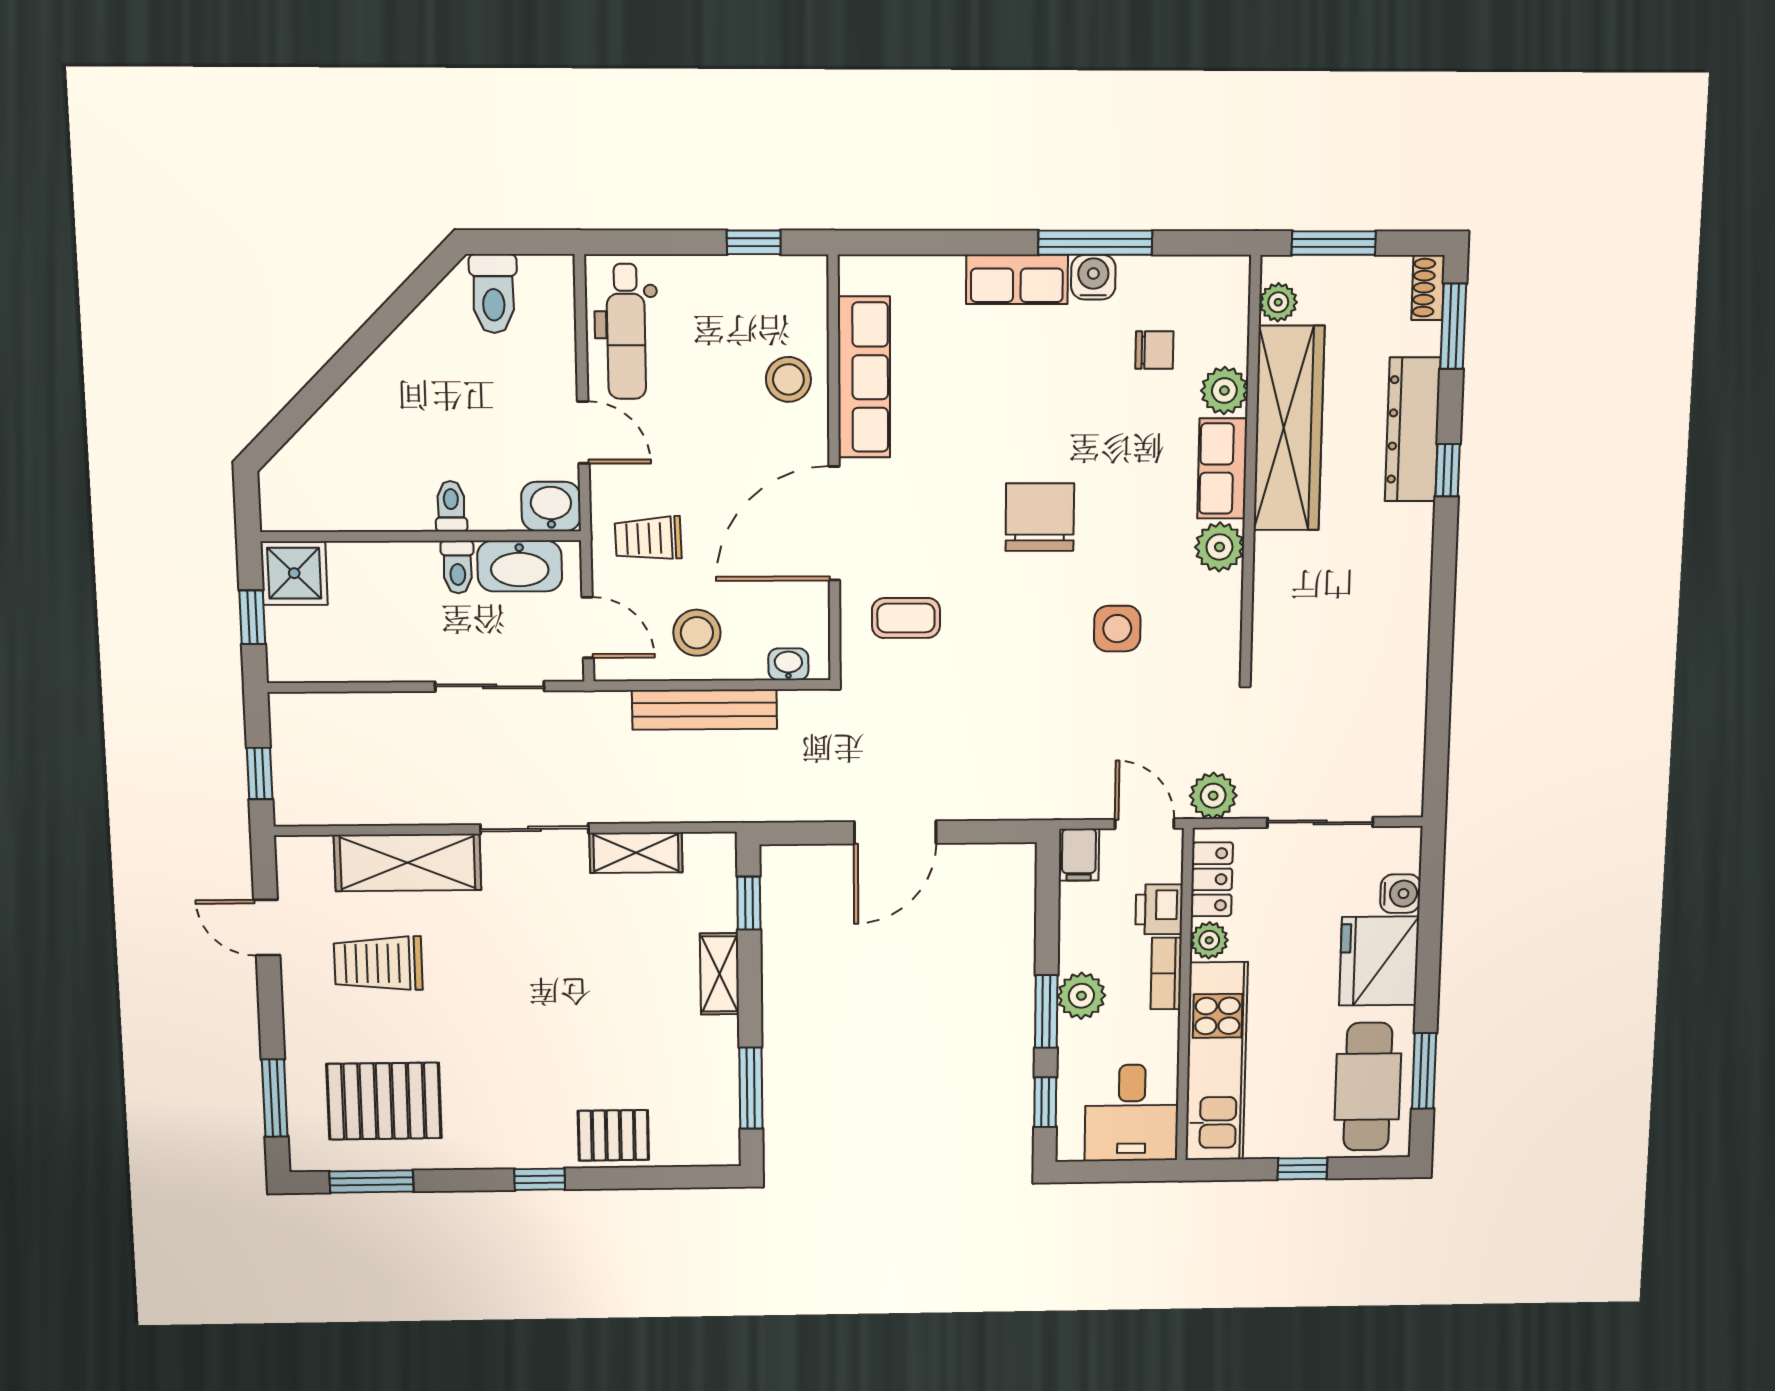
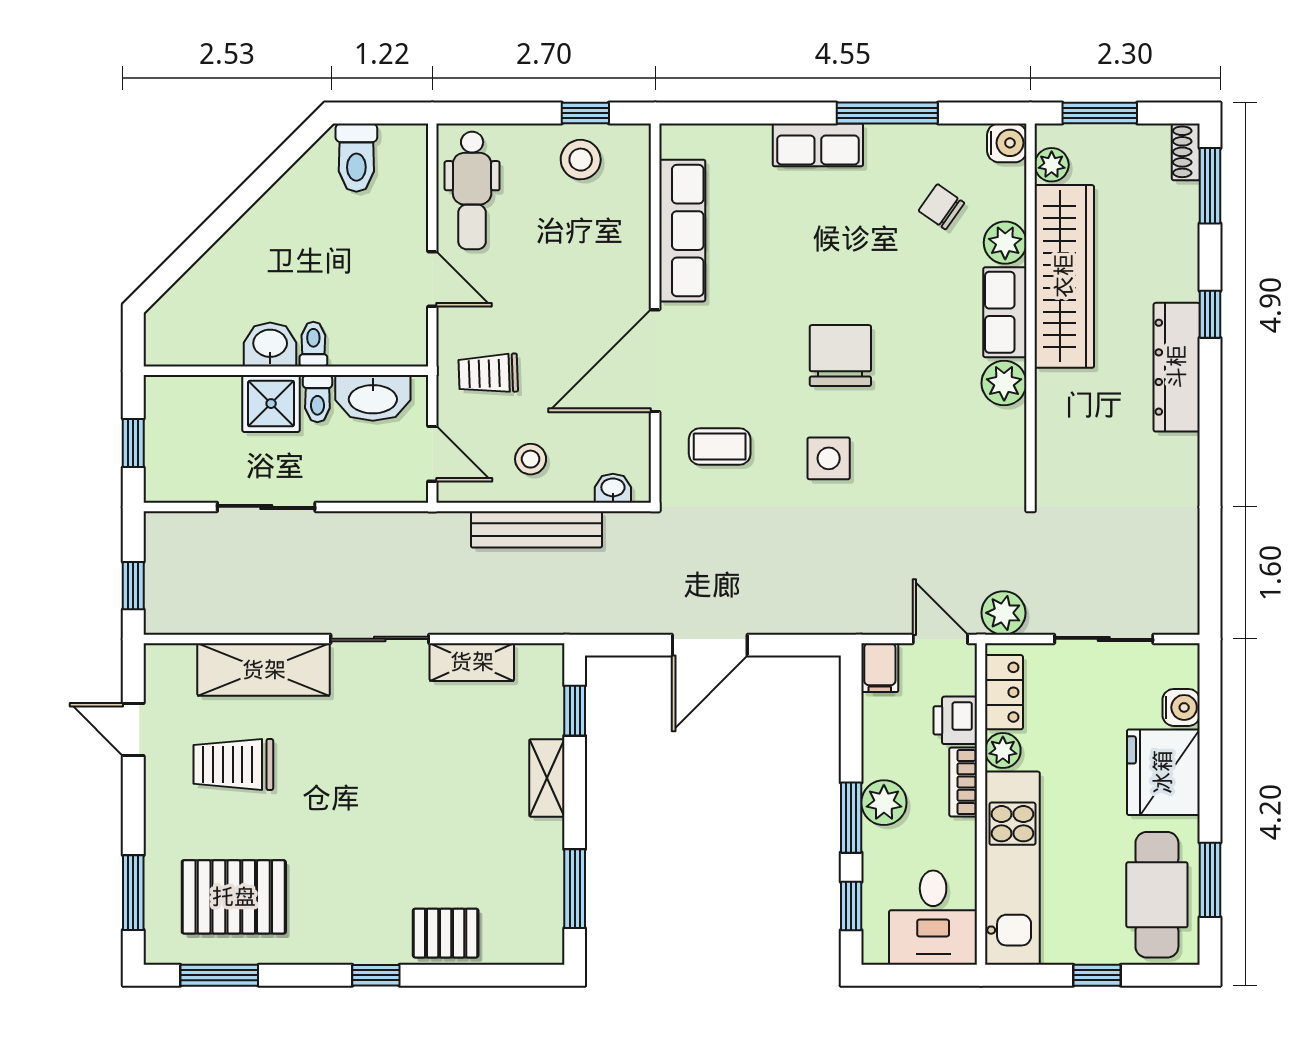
water cooler: (1093, 277) -> (1007, 143), moved, turned 90
chair: (1154, 350) -> (941, 207), turned -145
stool: (788, 379) -> (581, 160), moved
dresser: (1413, 429) -> (1177, 367), moved
washbasin: (551, 506) -> (270, 345), moved
shower: (294, 573) -> (271, 404), moved
side table: (1117, 629) -> (829, 458), moved
stool: (697, 633) -> (531, 459), width x0.73, depth x0.73
sliding door: (490, 686) -> (266, 507), moved

